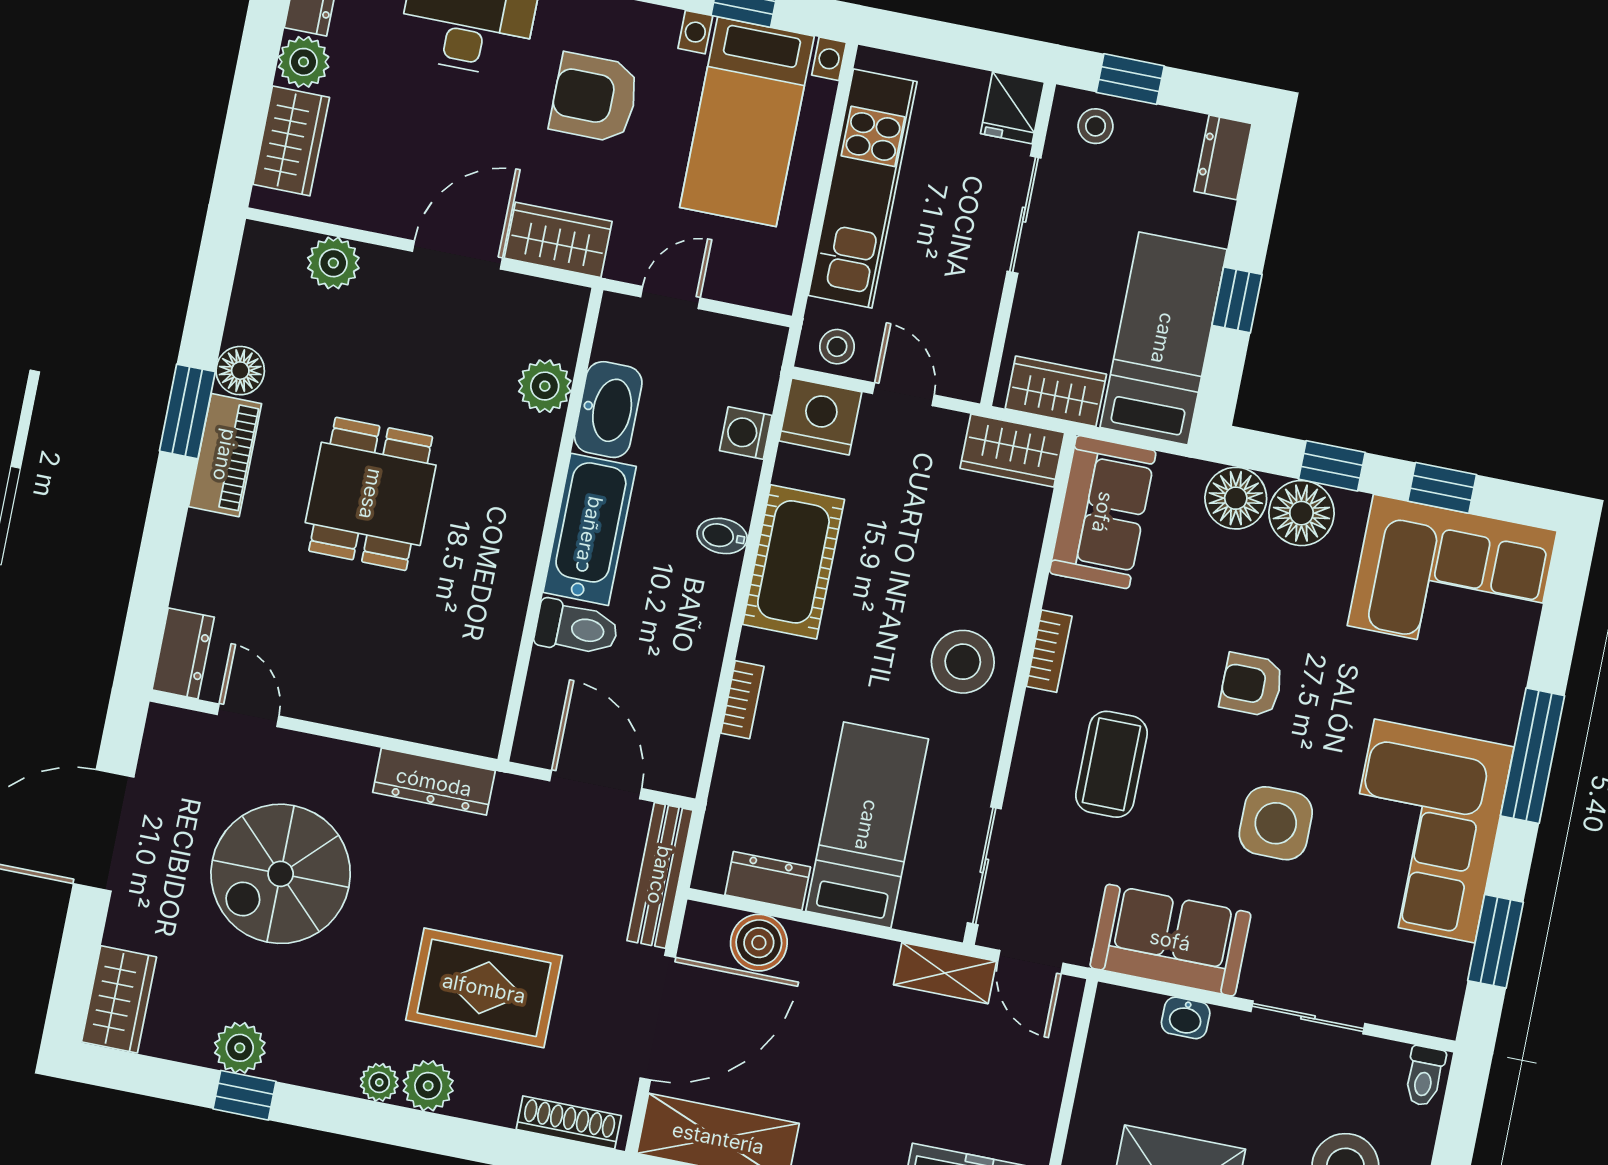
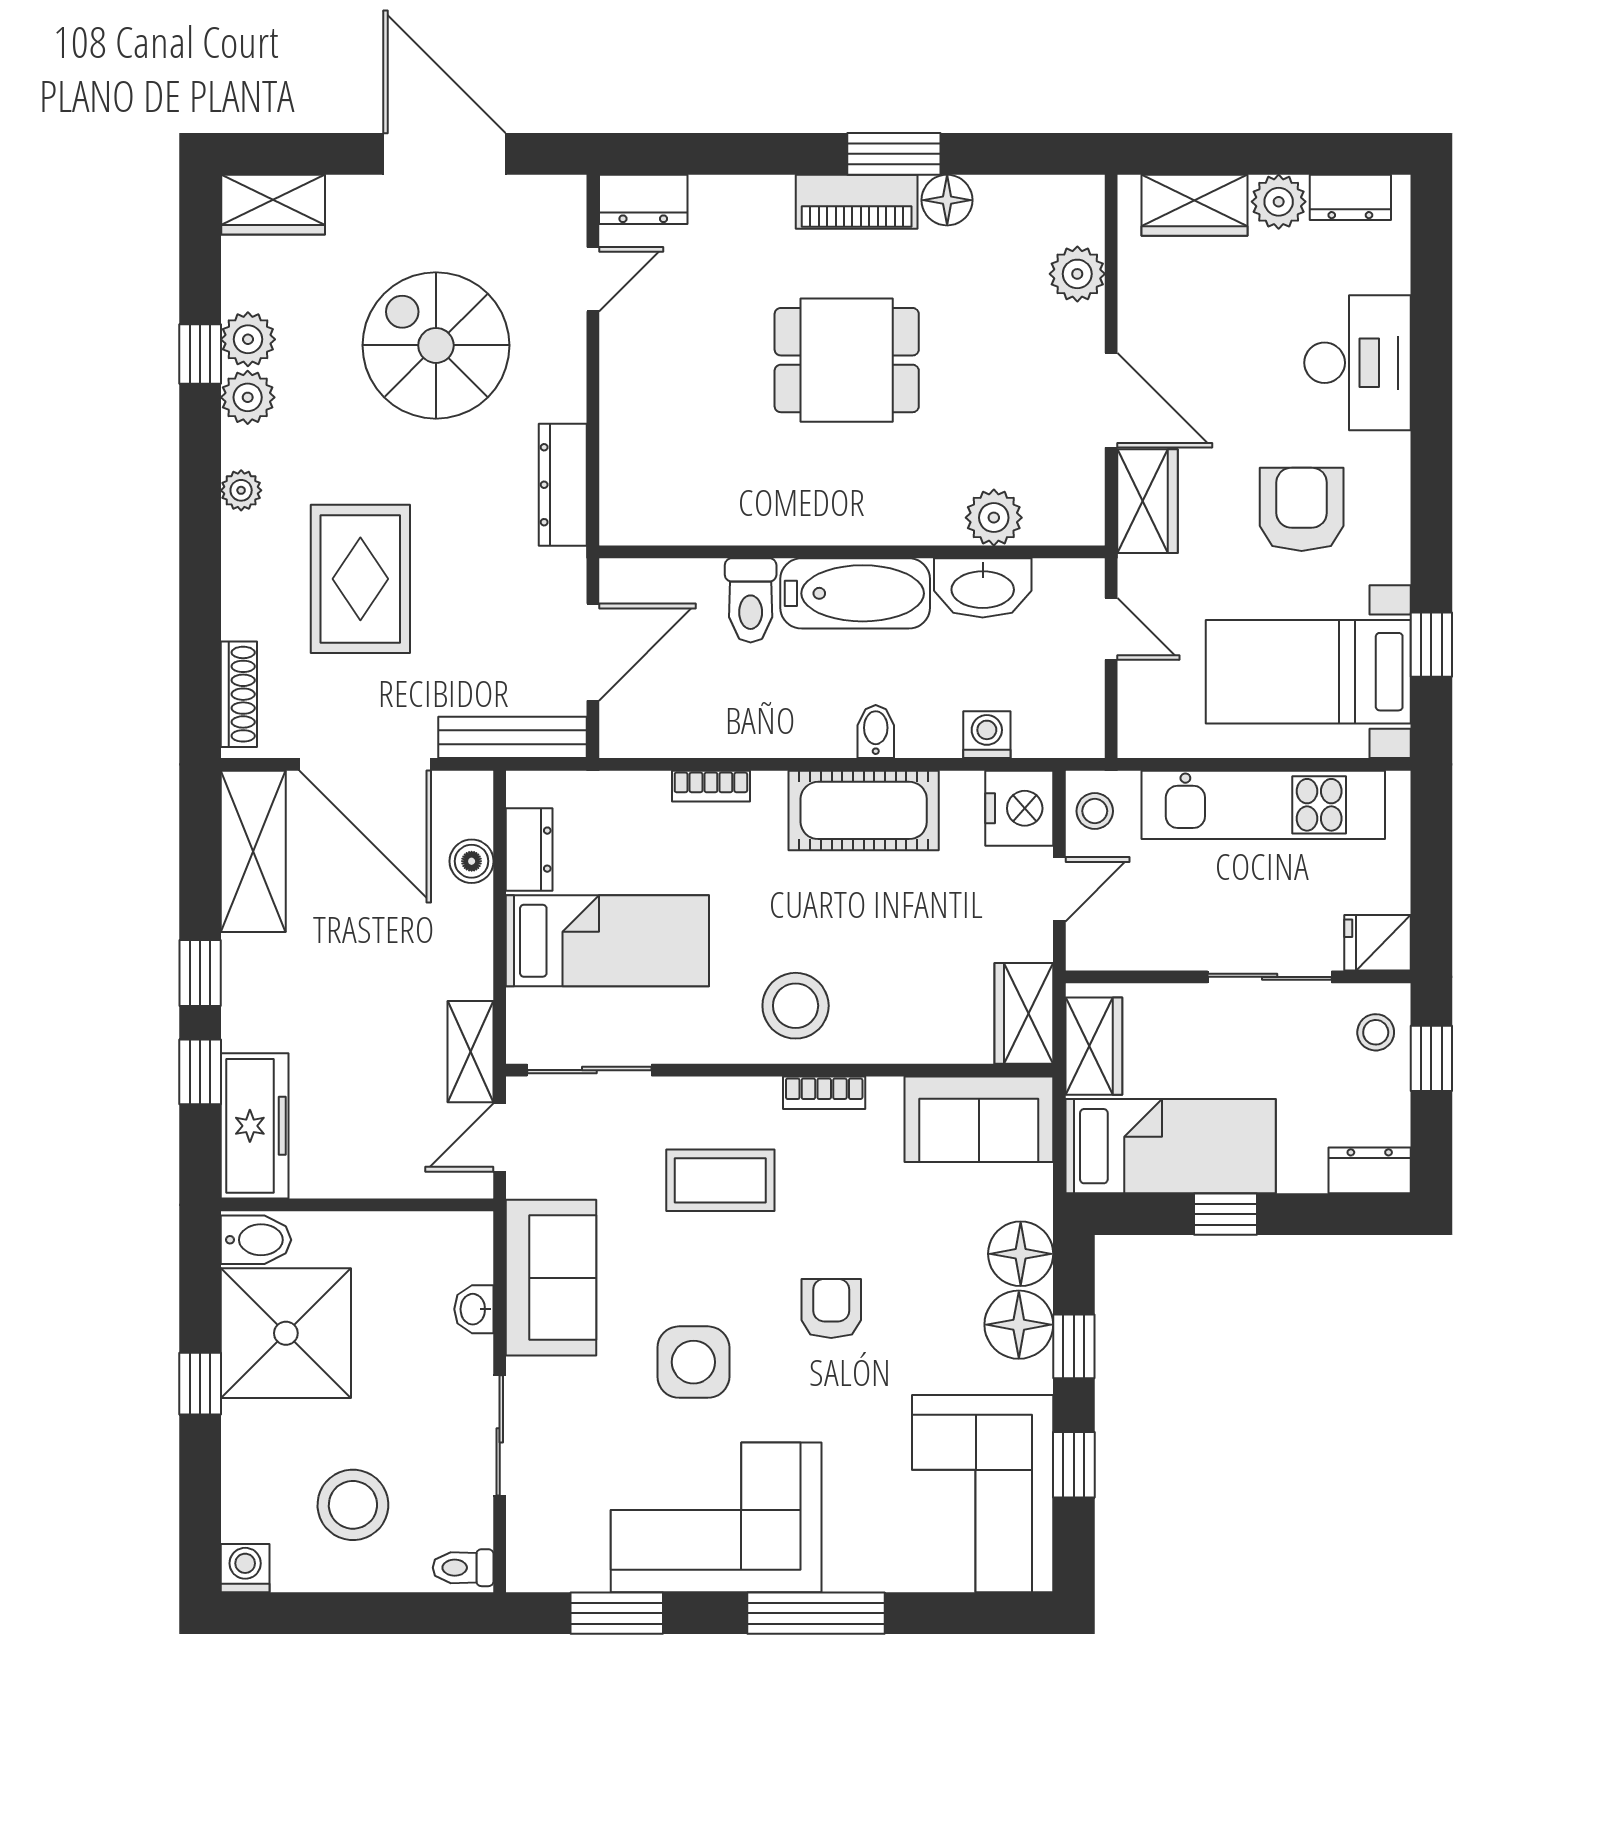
boiler: (759, 943) -> (472, 861), width x0.73, depth x0.73
plant: (428, 1086) -> (248, 397), moved

